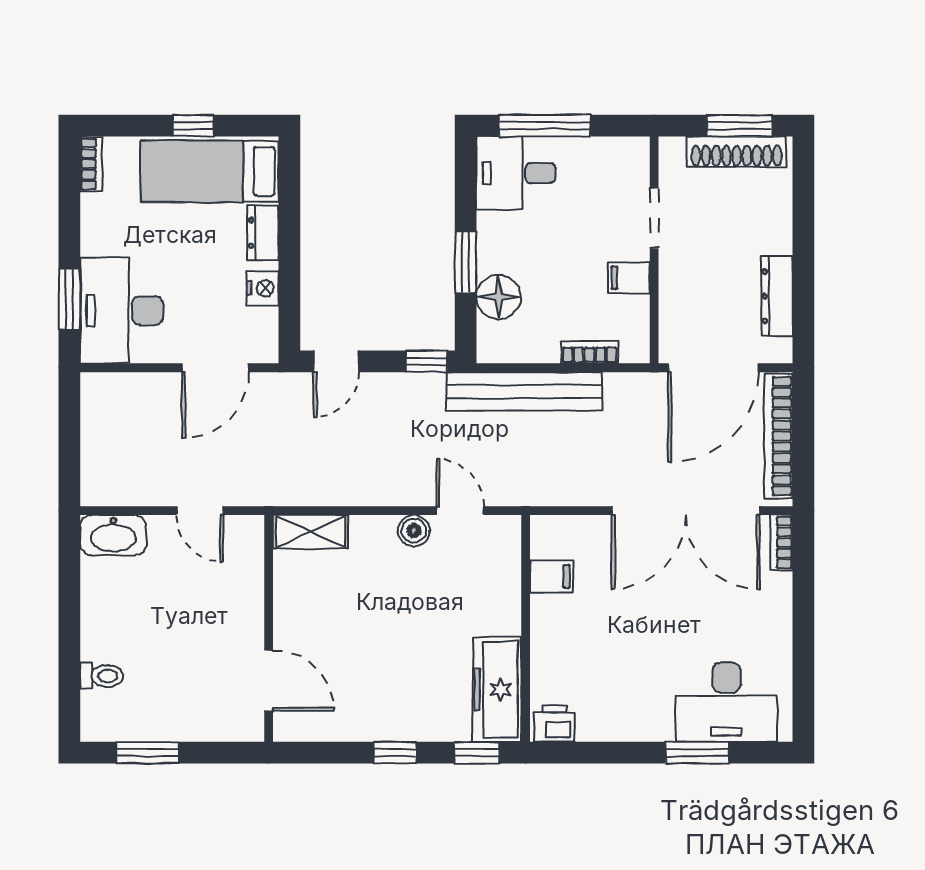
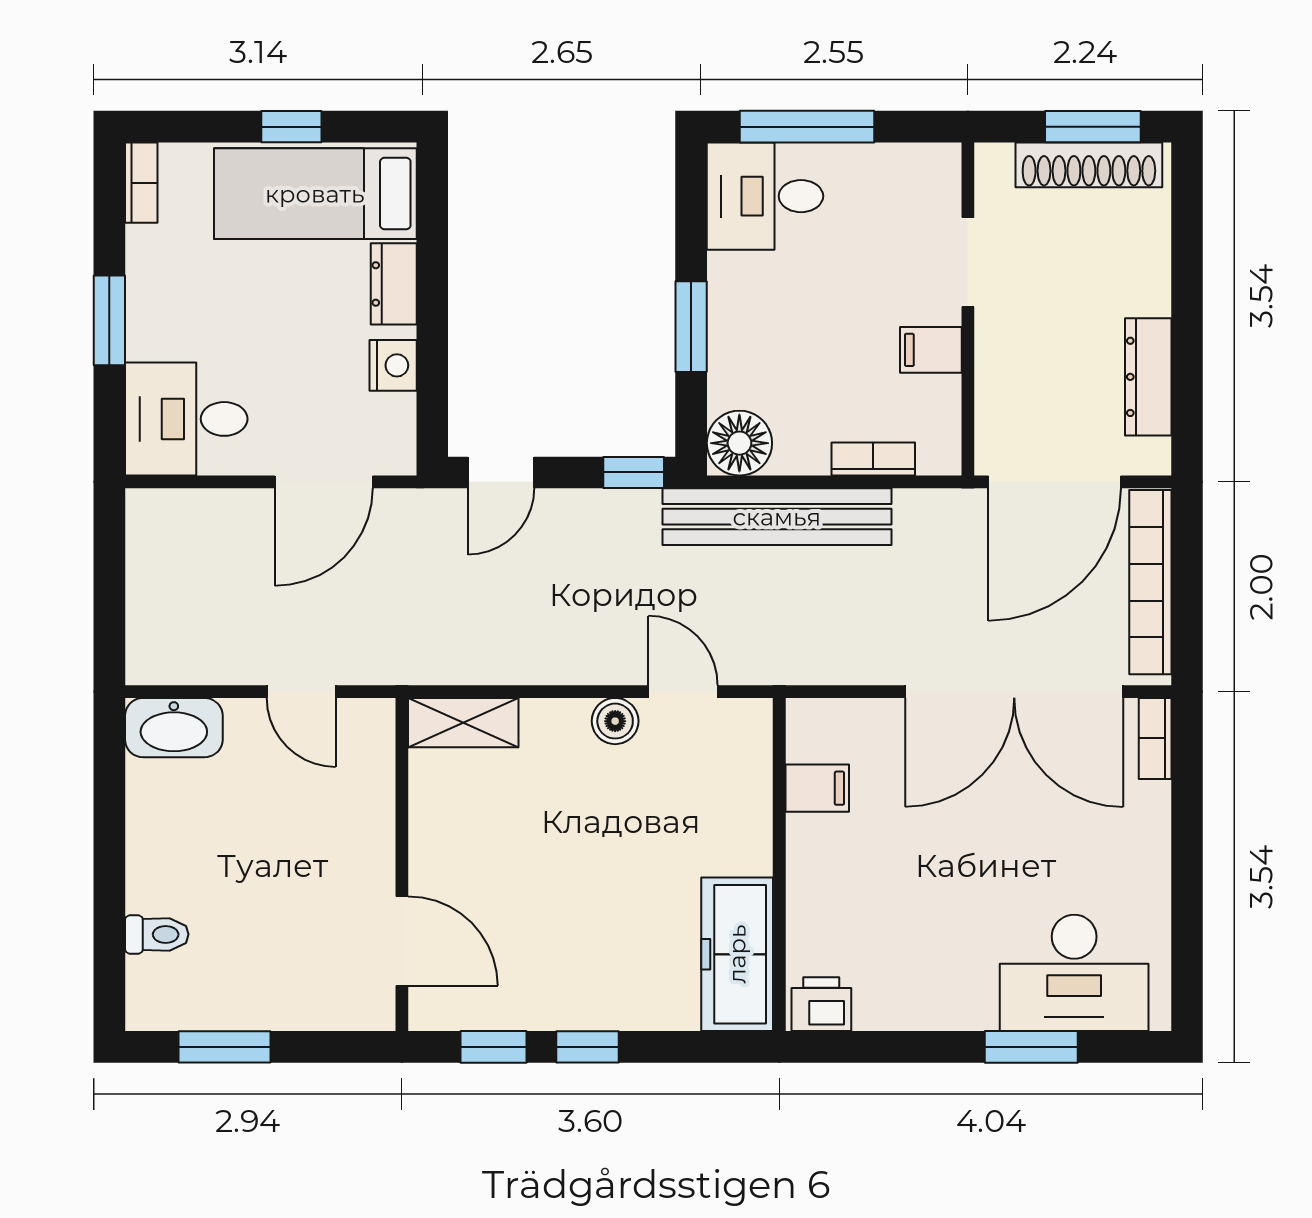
floor lamp: (499, 297) -> (739, 443), moved
window: (69, 299) -> (109, 320), moved
desk: (122, 310) -> (186, 419), width x0.73
window: (477, 753) -> (493, 1047), moved

